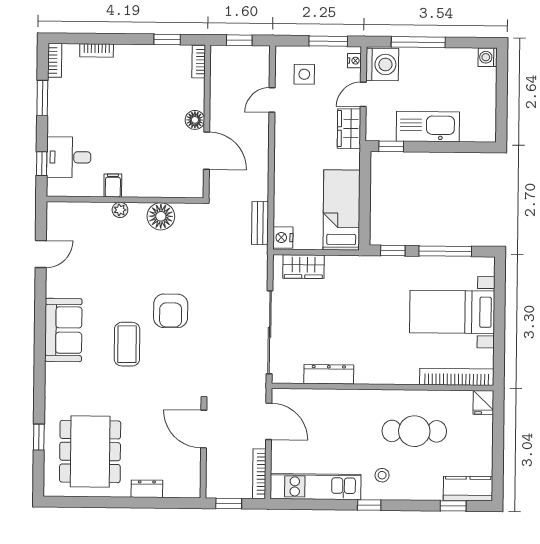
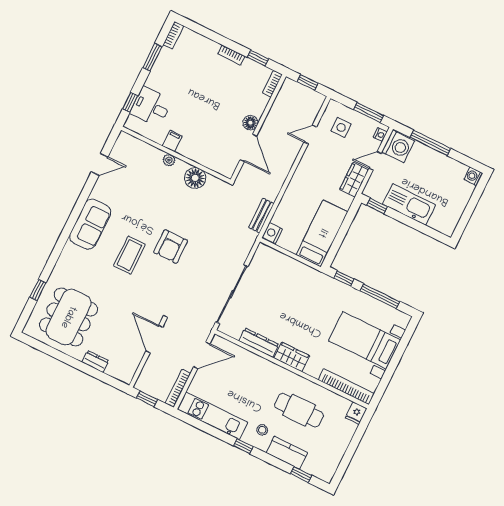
bookcase: (97, 50) -> (231, 55), moved
wardrobe: (303, 267) -> (292, 357), moved, turned 180
door: (269, 421) -> (202, 355), hinge flipped
kitchen counter: (468, 489) -> (287, 453), moved

